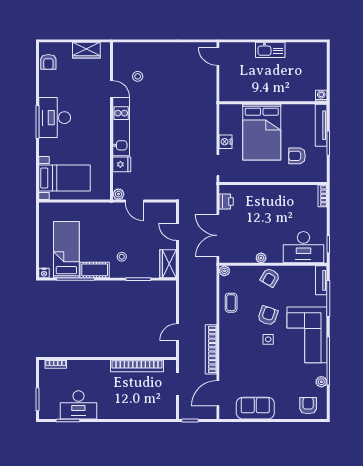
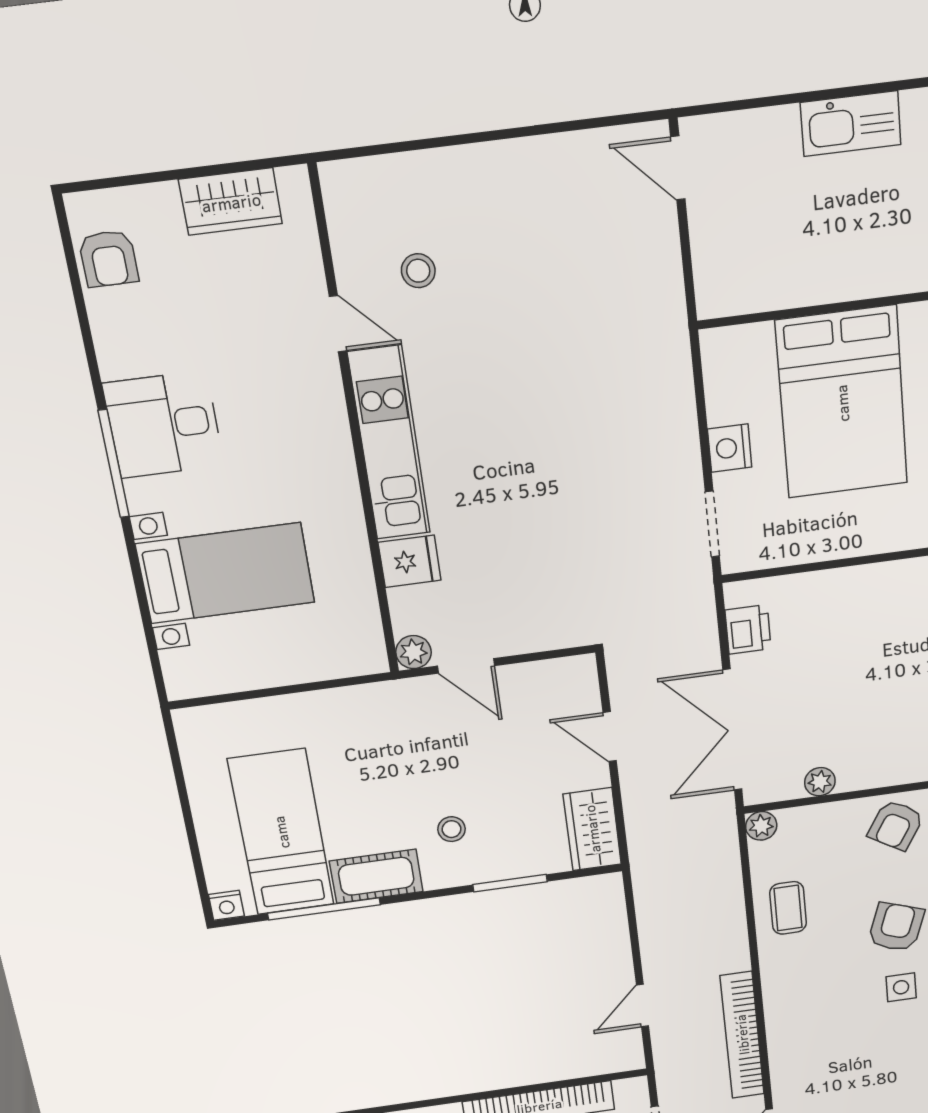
desk: (55, 118) -> (164, 425), width x0.73
bed with nightstands: (65, 178) -> (226, 573), moved
plant: (261, 258) -> (820, 782), moved

